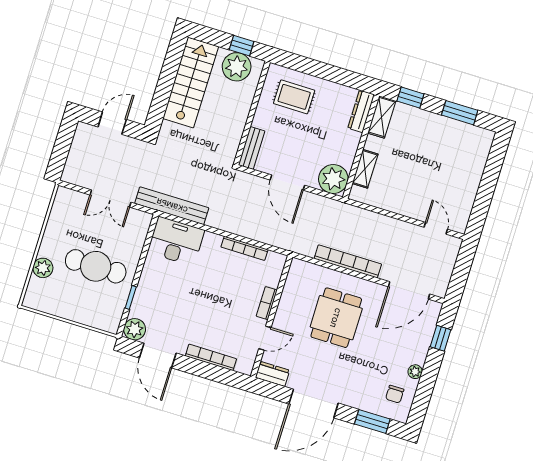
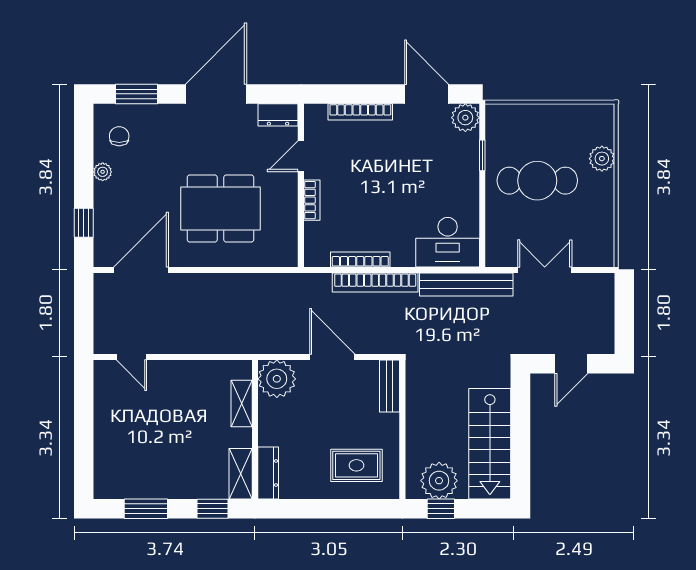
bookcase: (348, 261) -> (375, 283), moved
dining table: (336, 318) -> (221, 209), width x1.38

